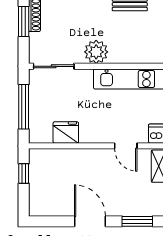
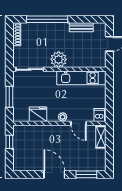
window: (24, 21) -> (9, 39), removed
window: (24, 107) -> (9, 97), width x0.69
plant: (102, 137) -> (63, 117), added

